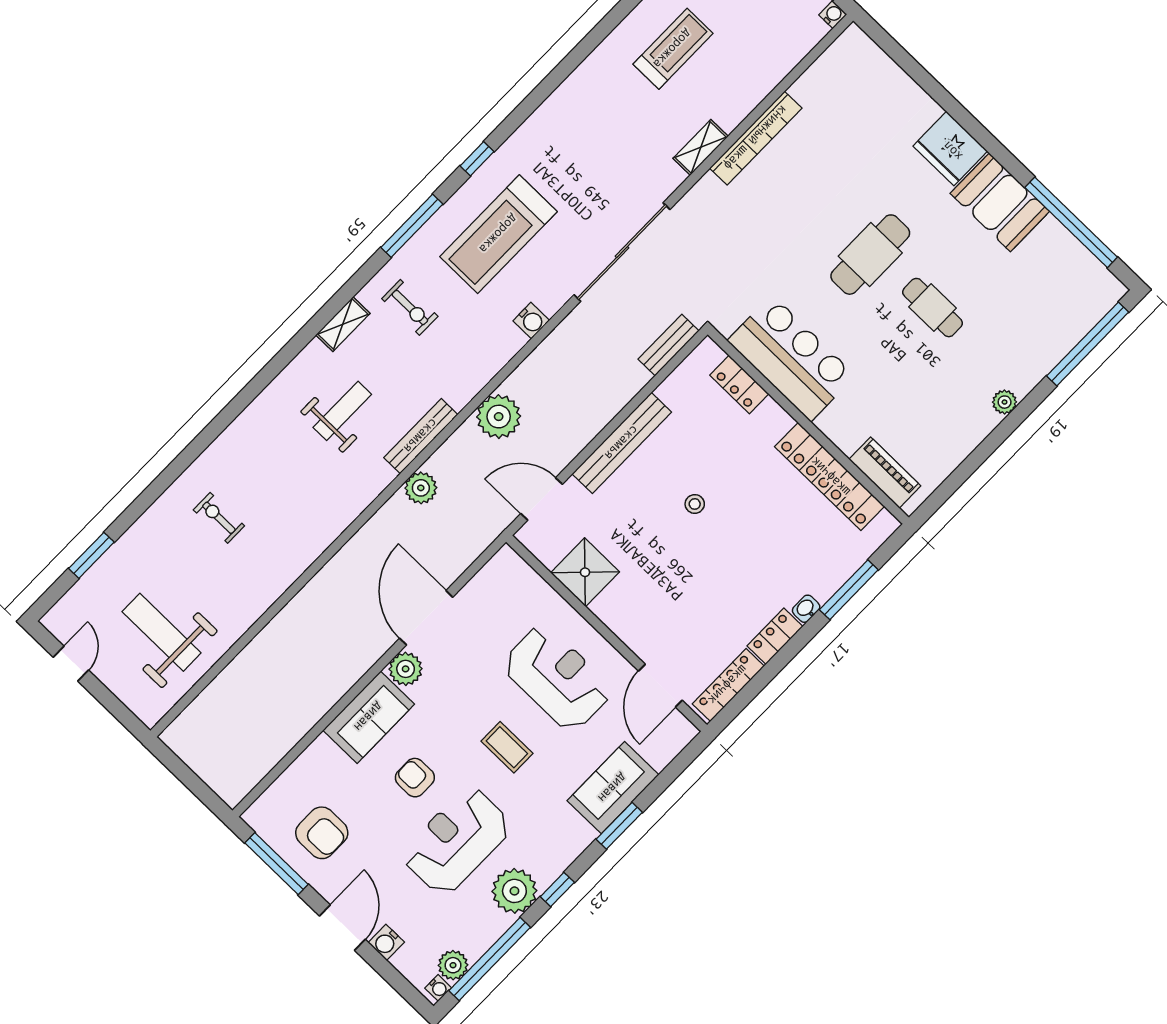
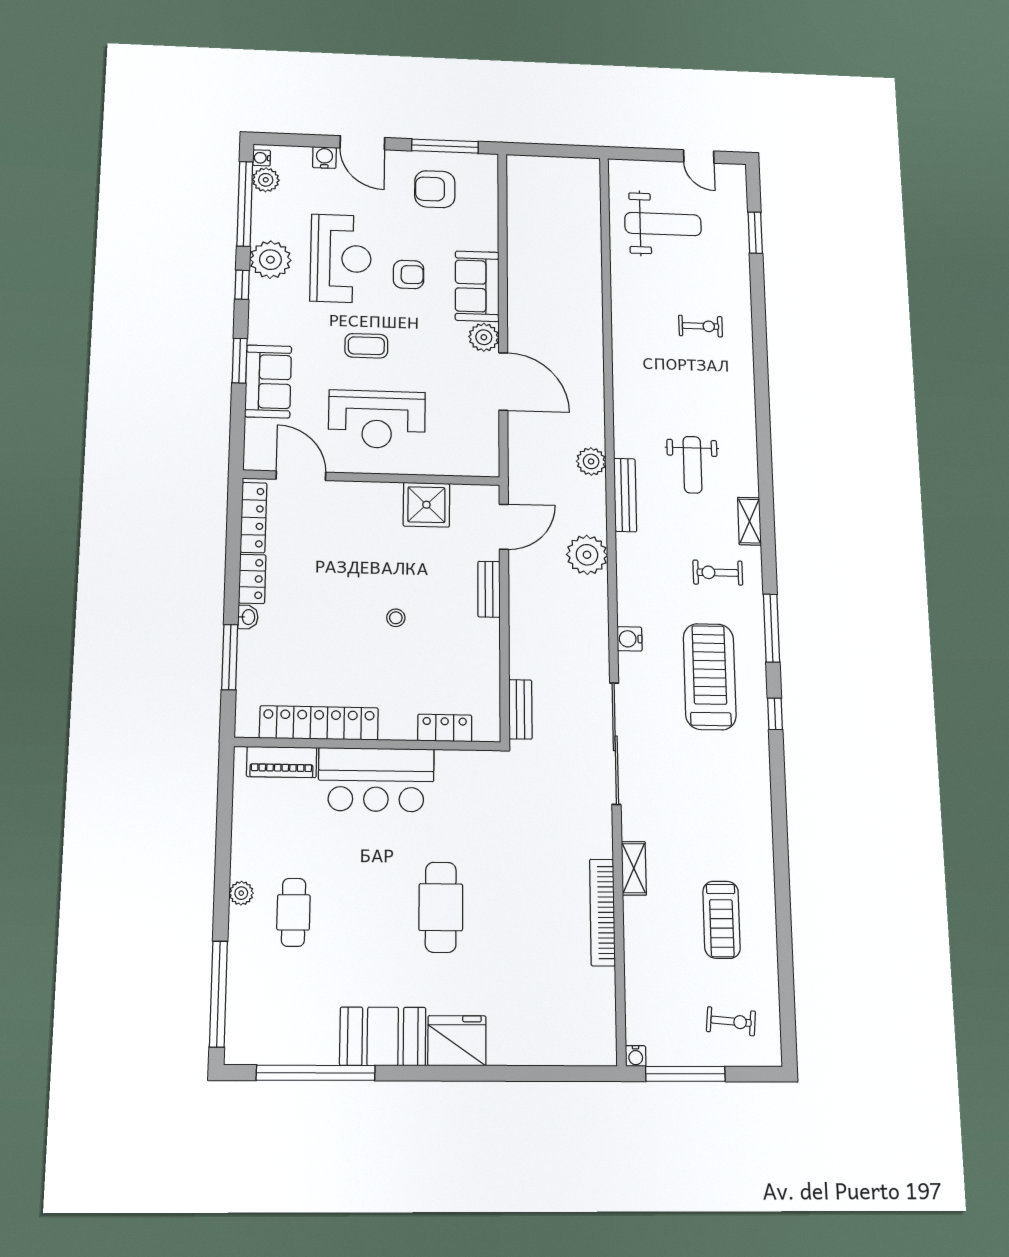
cafe table: (933, 308) -> (293, 912), moved, turned 90
bar counter: (791, 358) -> (376, 780), moved
bench: (622, 443) -> (489, 589), width x0.54, depth x0.82

